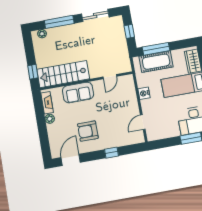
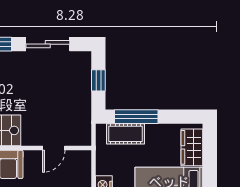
cot: (156, 62) -> (126, 134), width x0.73, depth x0.75

